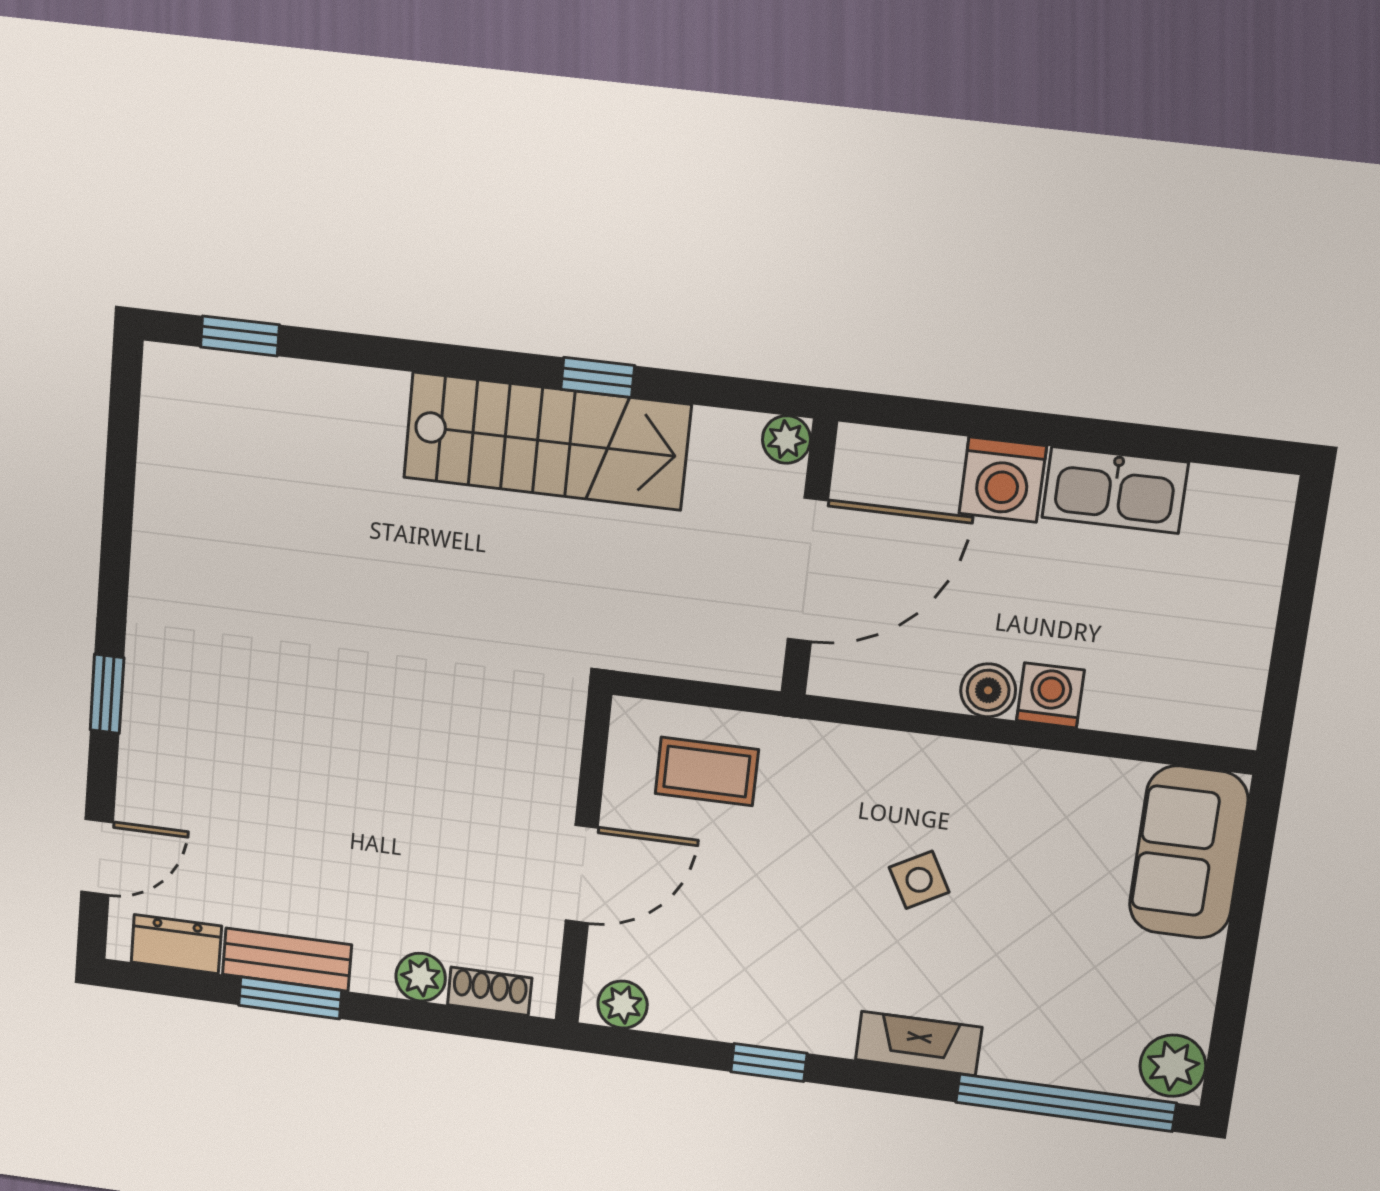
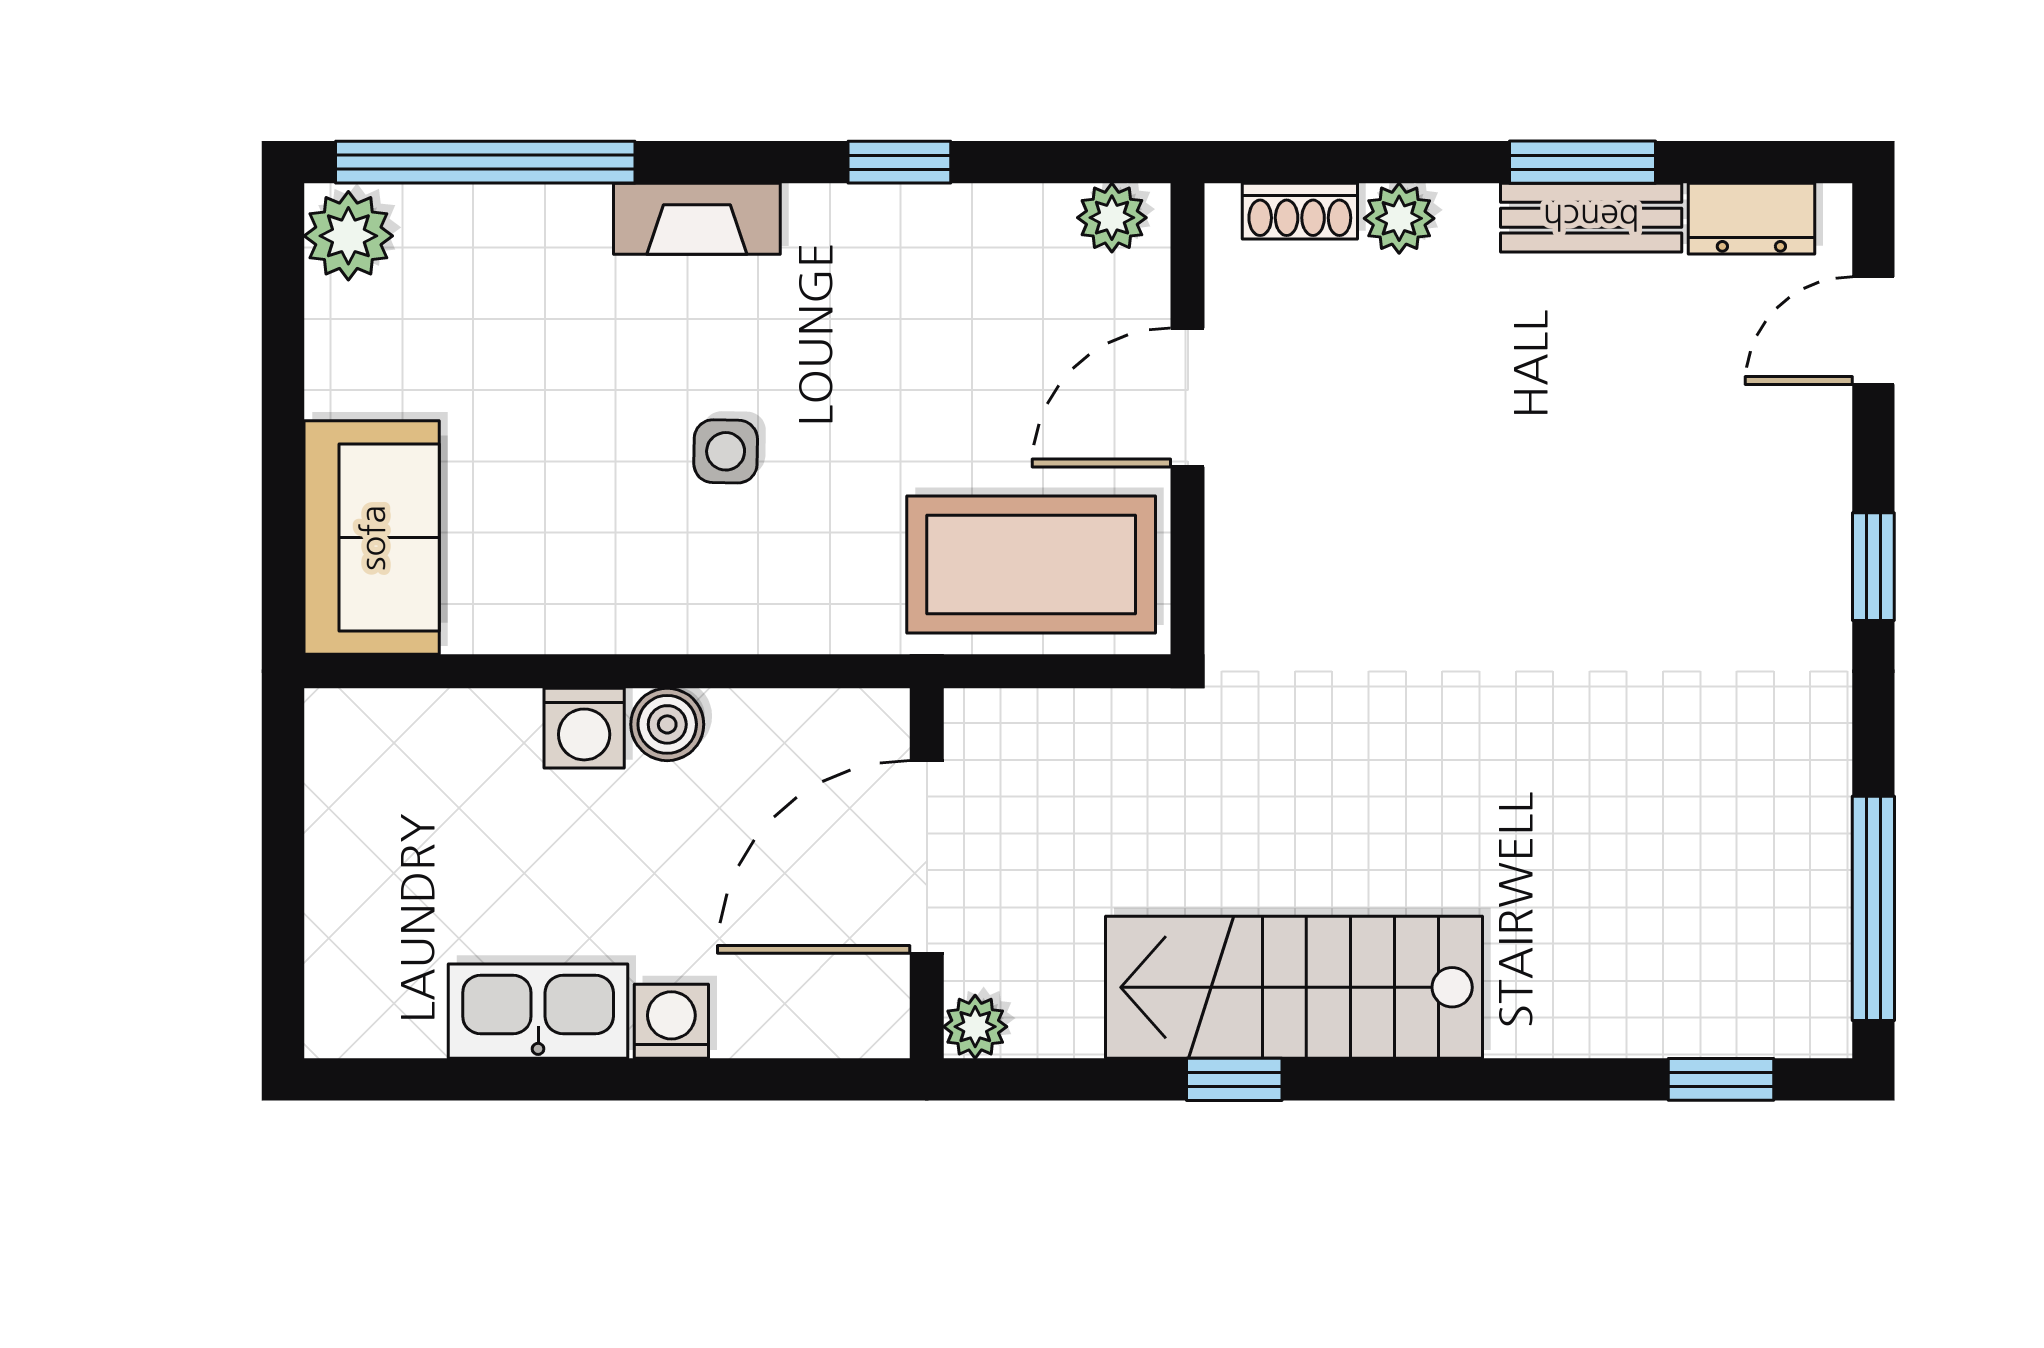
window: (122, 449) -> (1873, 908), added
washing machine: (1003, 480) -> (671, 1021), width x0.73, depth x0.73
coffee table: (707, 772) -> (1031, 565), width x1.86, depth x1.72
side table: (919, 880) -> (726, 451), turned 30

